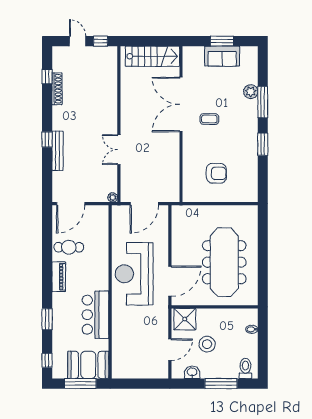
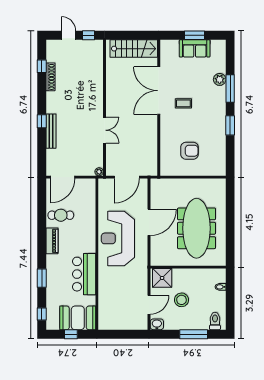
double door: (119, 150) -> (105, 130), swing flipped
door: (170, 281) -> (149, 222), moved
washbasin: (192, 372) -> (157, 324), moved
window: (80, 384) -> (71, 334), width x0.46

